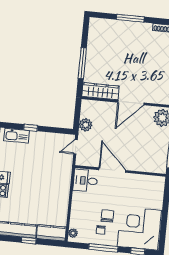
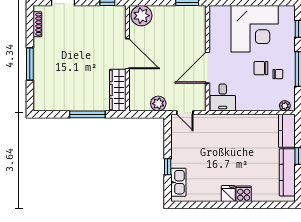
corner desk: (139, 228) -> (255, 29), moved, turned -90

